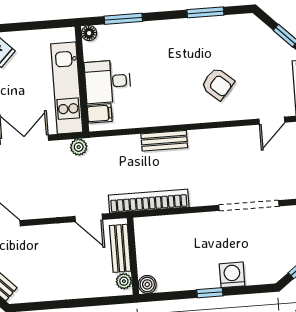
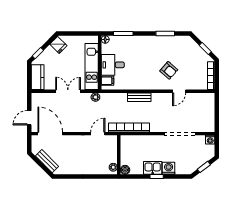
door: (272, 121) -> (179, 91), moved
door: (89, 218) -> (98, 134), swing flipped
bench: (120, 248) -> (113, 150), removed
kitchen sink: (201, 277) -> (153, 168), added

